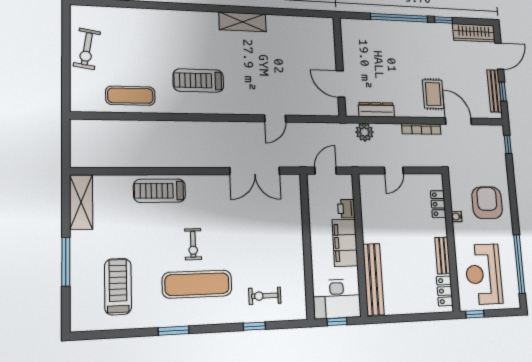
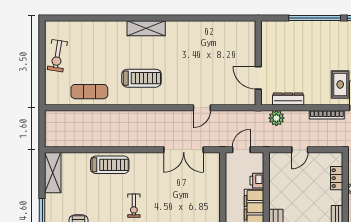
shelving: (243, 22) -> (146, 28), moved
treadmill: (198, 81) -> (142, 78), turned 180
treadmill: (160, 191) -> (110, 165), turned 180

